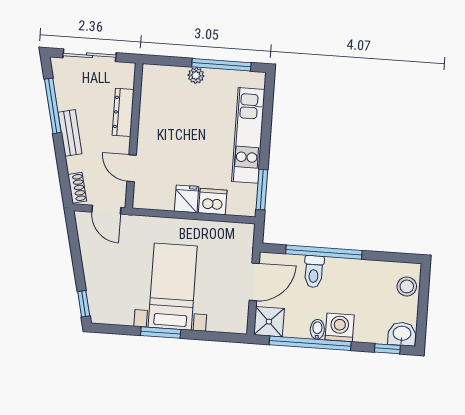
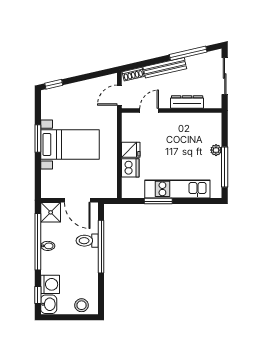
bench: (70, 133) -> (165, 68), width x1.36
window: (262, 190) -> (158, 201), moved
washing machine: (340, 327) -> (50, 284), moved

